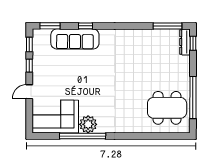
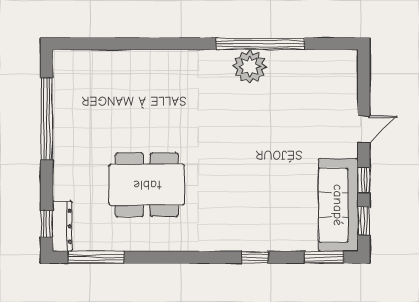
sofa: (75, 39) -> (338, 205), moved, turned -90
dining table: (167, 108) -> (147, 185), moved
corner sofa: (55, 116) -> (313, 81), removed

